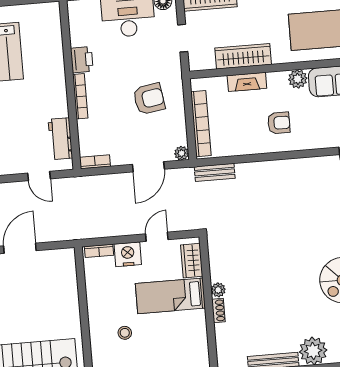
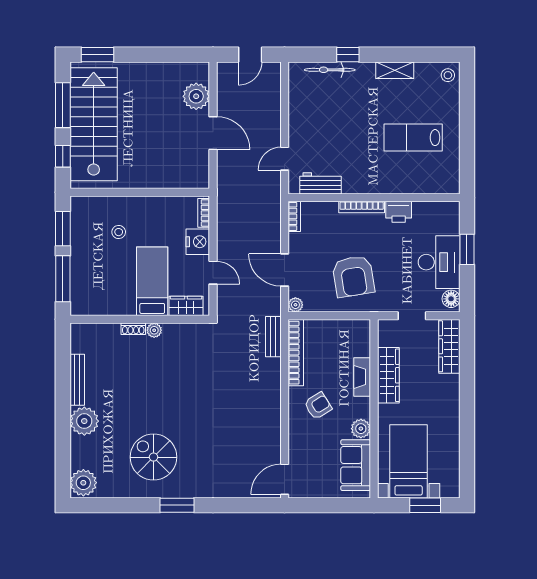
armchair: (149, 99) -> (353, 276), width x1.36, depth x1.36
armchair: (279, 123) -> (318, 406), turned -122
bookcase: (201, 124) -> (296, 353), moved, turned -90

